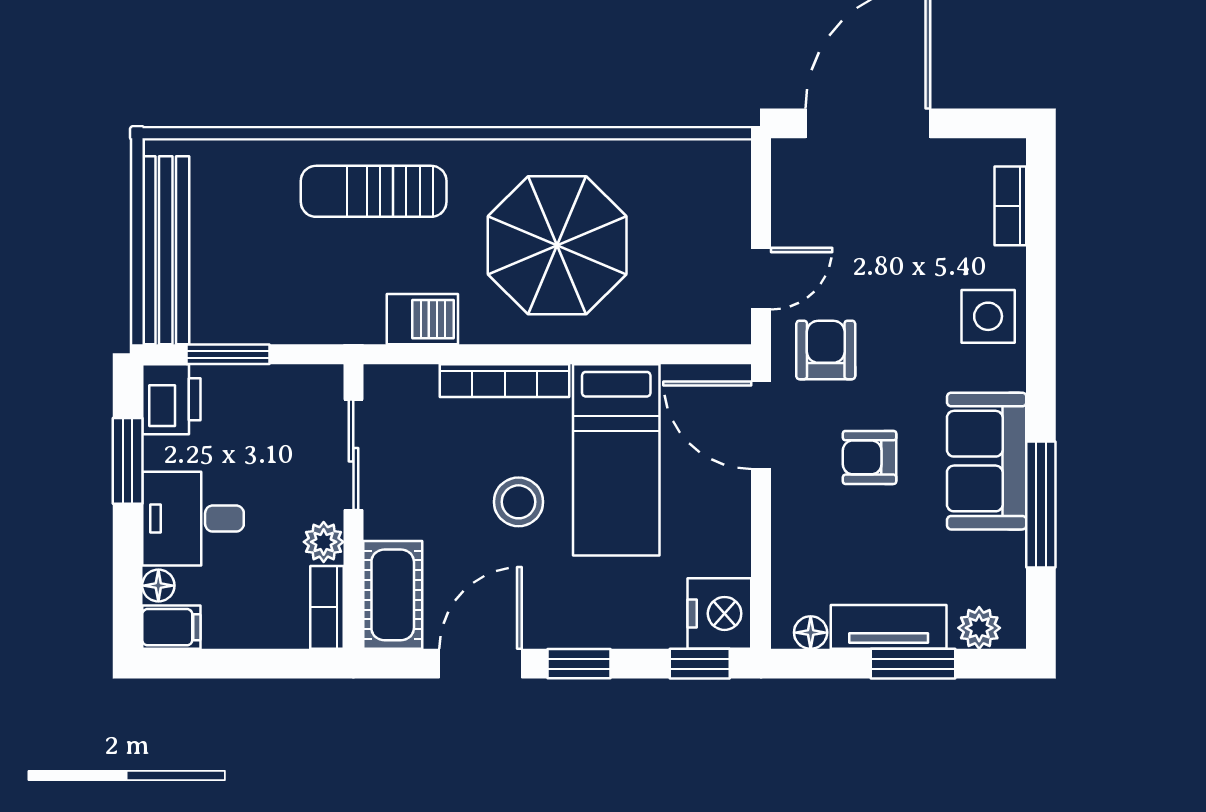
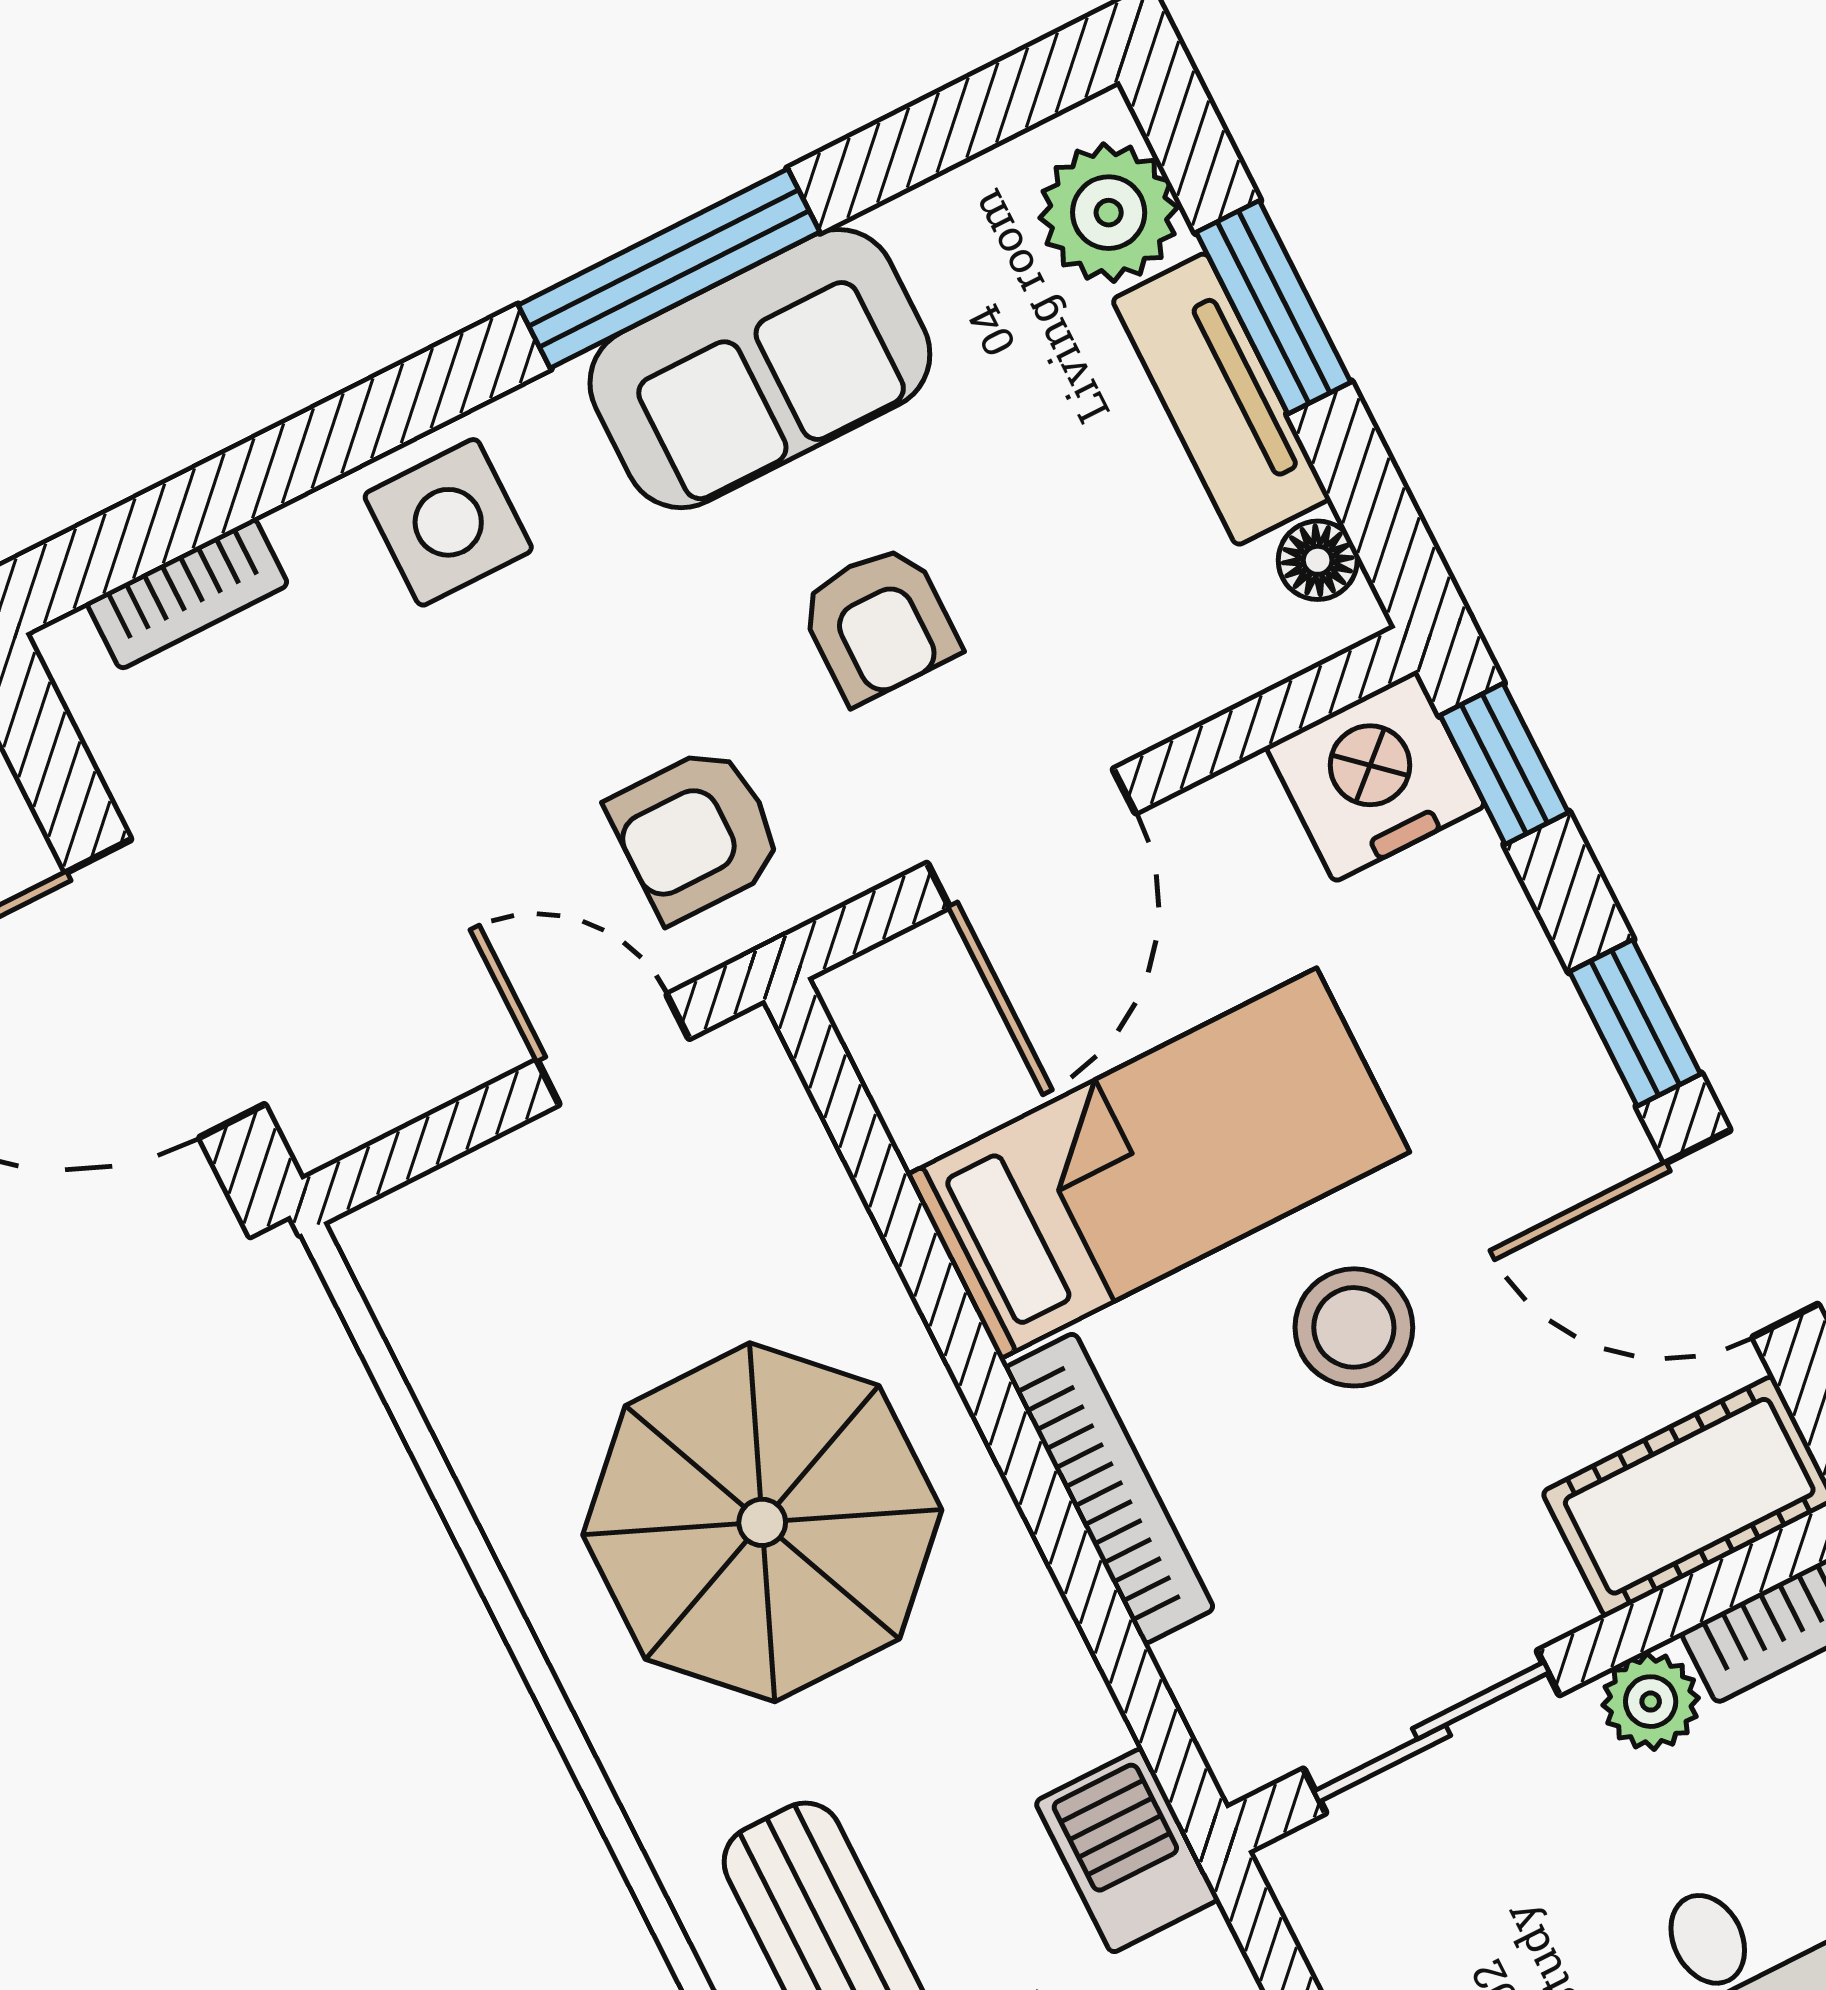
barbecue: (422, 319) -> (1127, 1851), moved
door: (761, 425) -> (1031, 838), moved
window: (1041, 505) -> (669, 268), moved
plant: (979, 628) -> (1109, 213), width x1.38, depth x1.38

